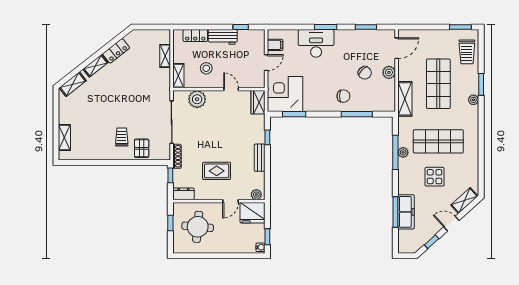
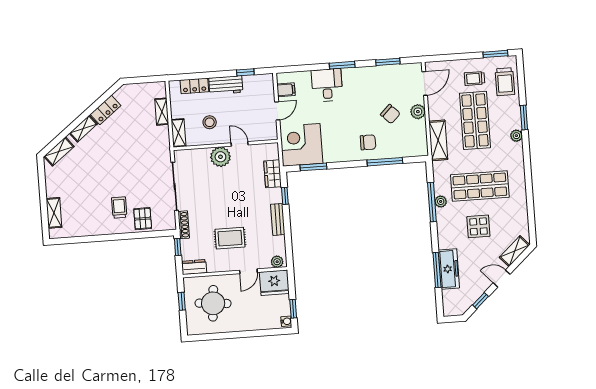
desk: (316, 43) -> (327, 85), width x0.73
trolley: (441, 47) -> (474, 78), added
plant: (197, 99) -> (220, 157), moved
wardrobe: (258, 102) -> (273, 174), moved

